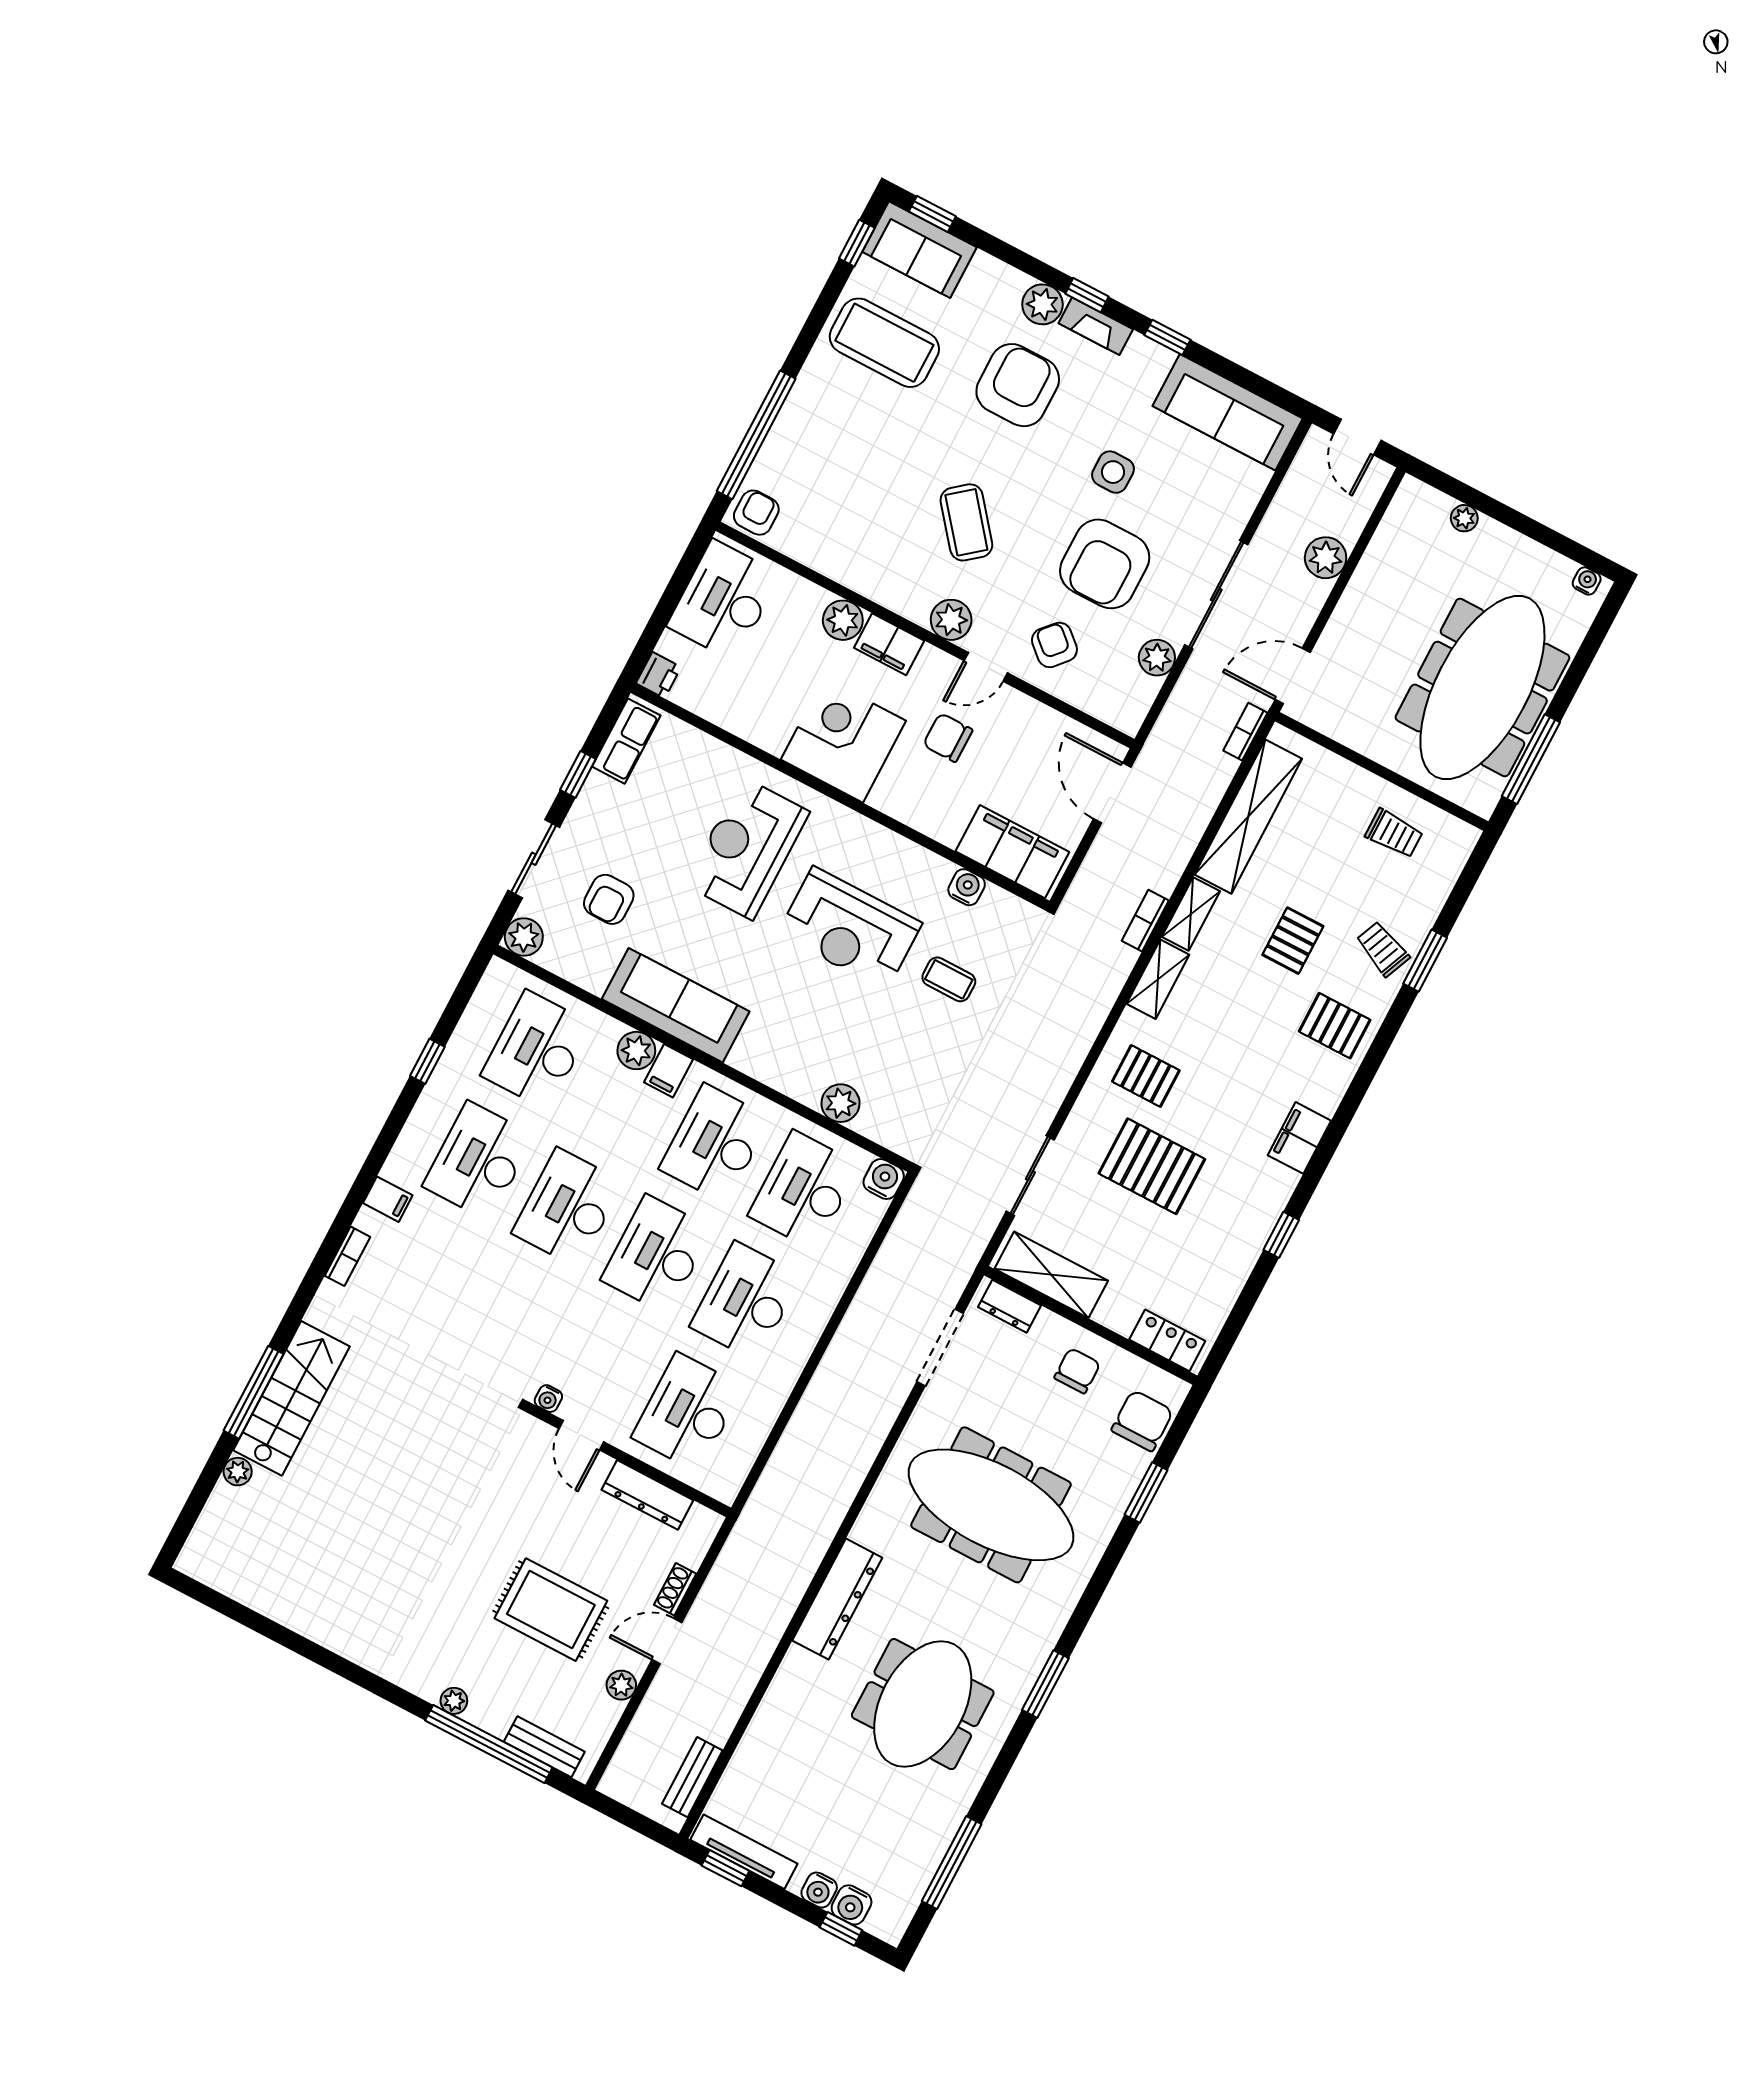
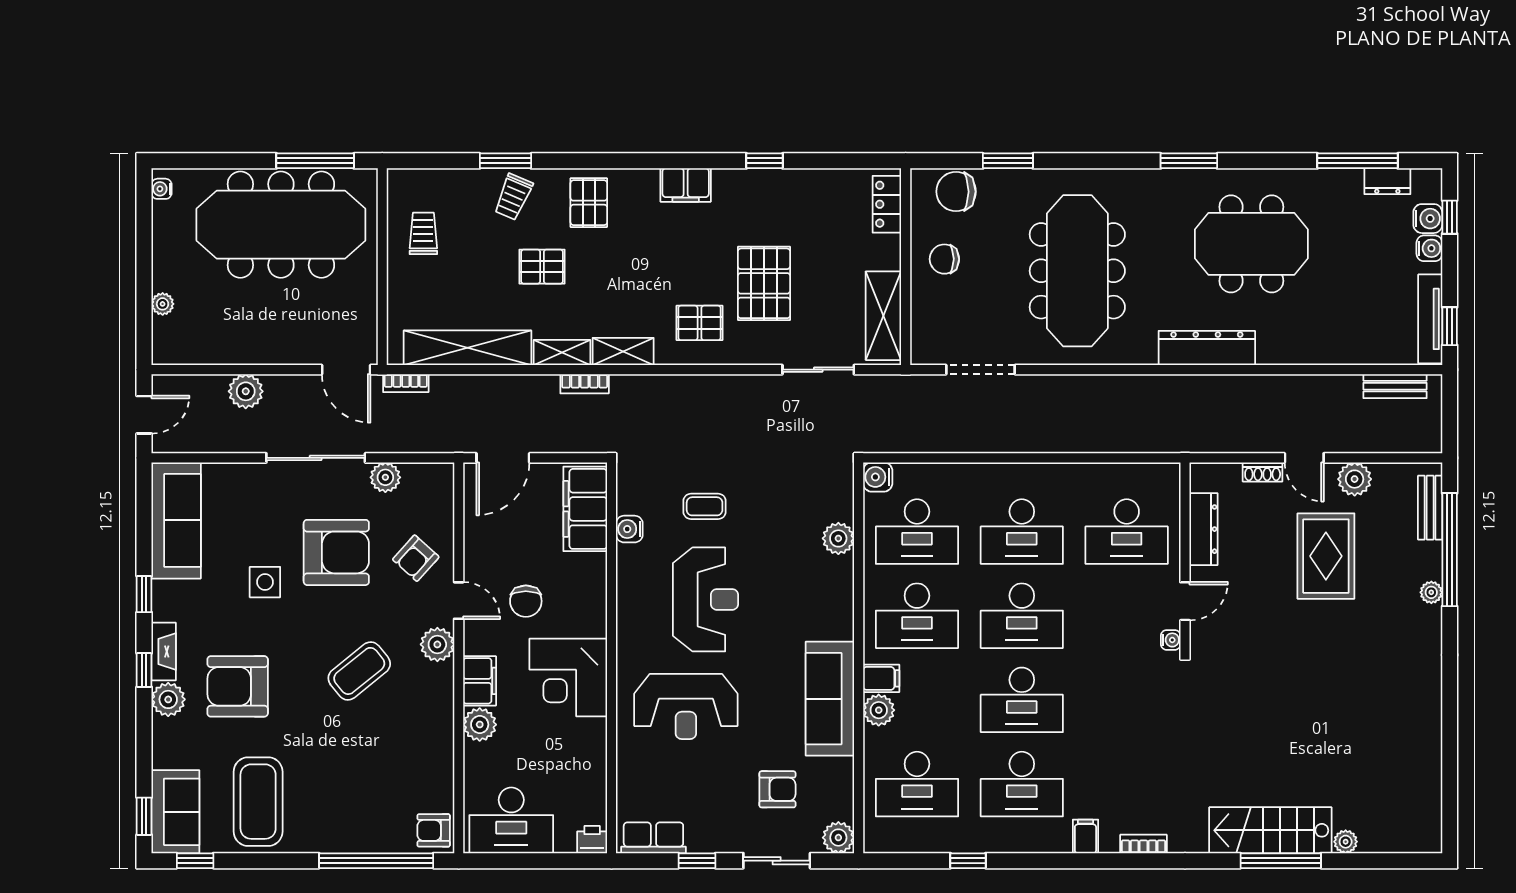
coffee table: (949, 979) -> (705, 506), turned 90
pallet: (1146, 1076) -> (699, 323), turned 90
dresser: (1010, 1306) -> (1387, 181), moved, turned 90
plant: (621, 1685) -> (1355, 479), width x1.38, depth x1.38

